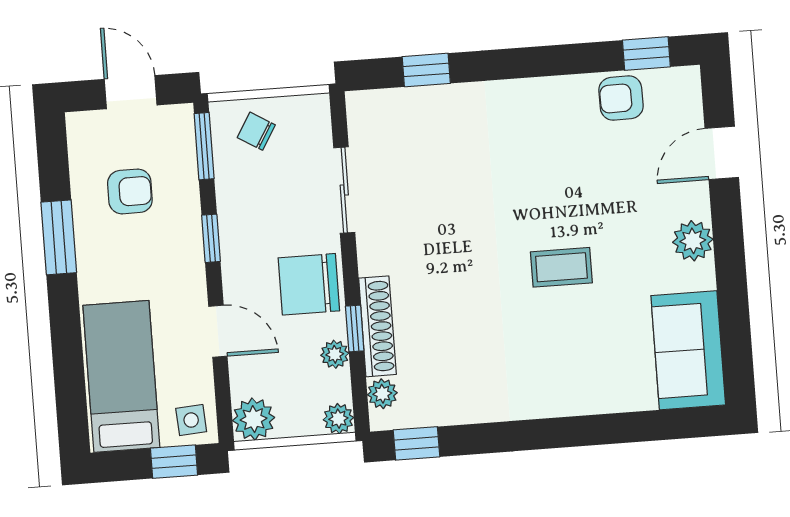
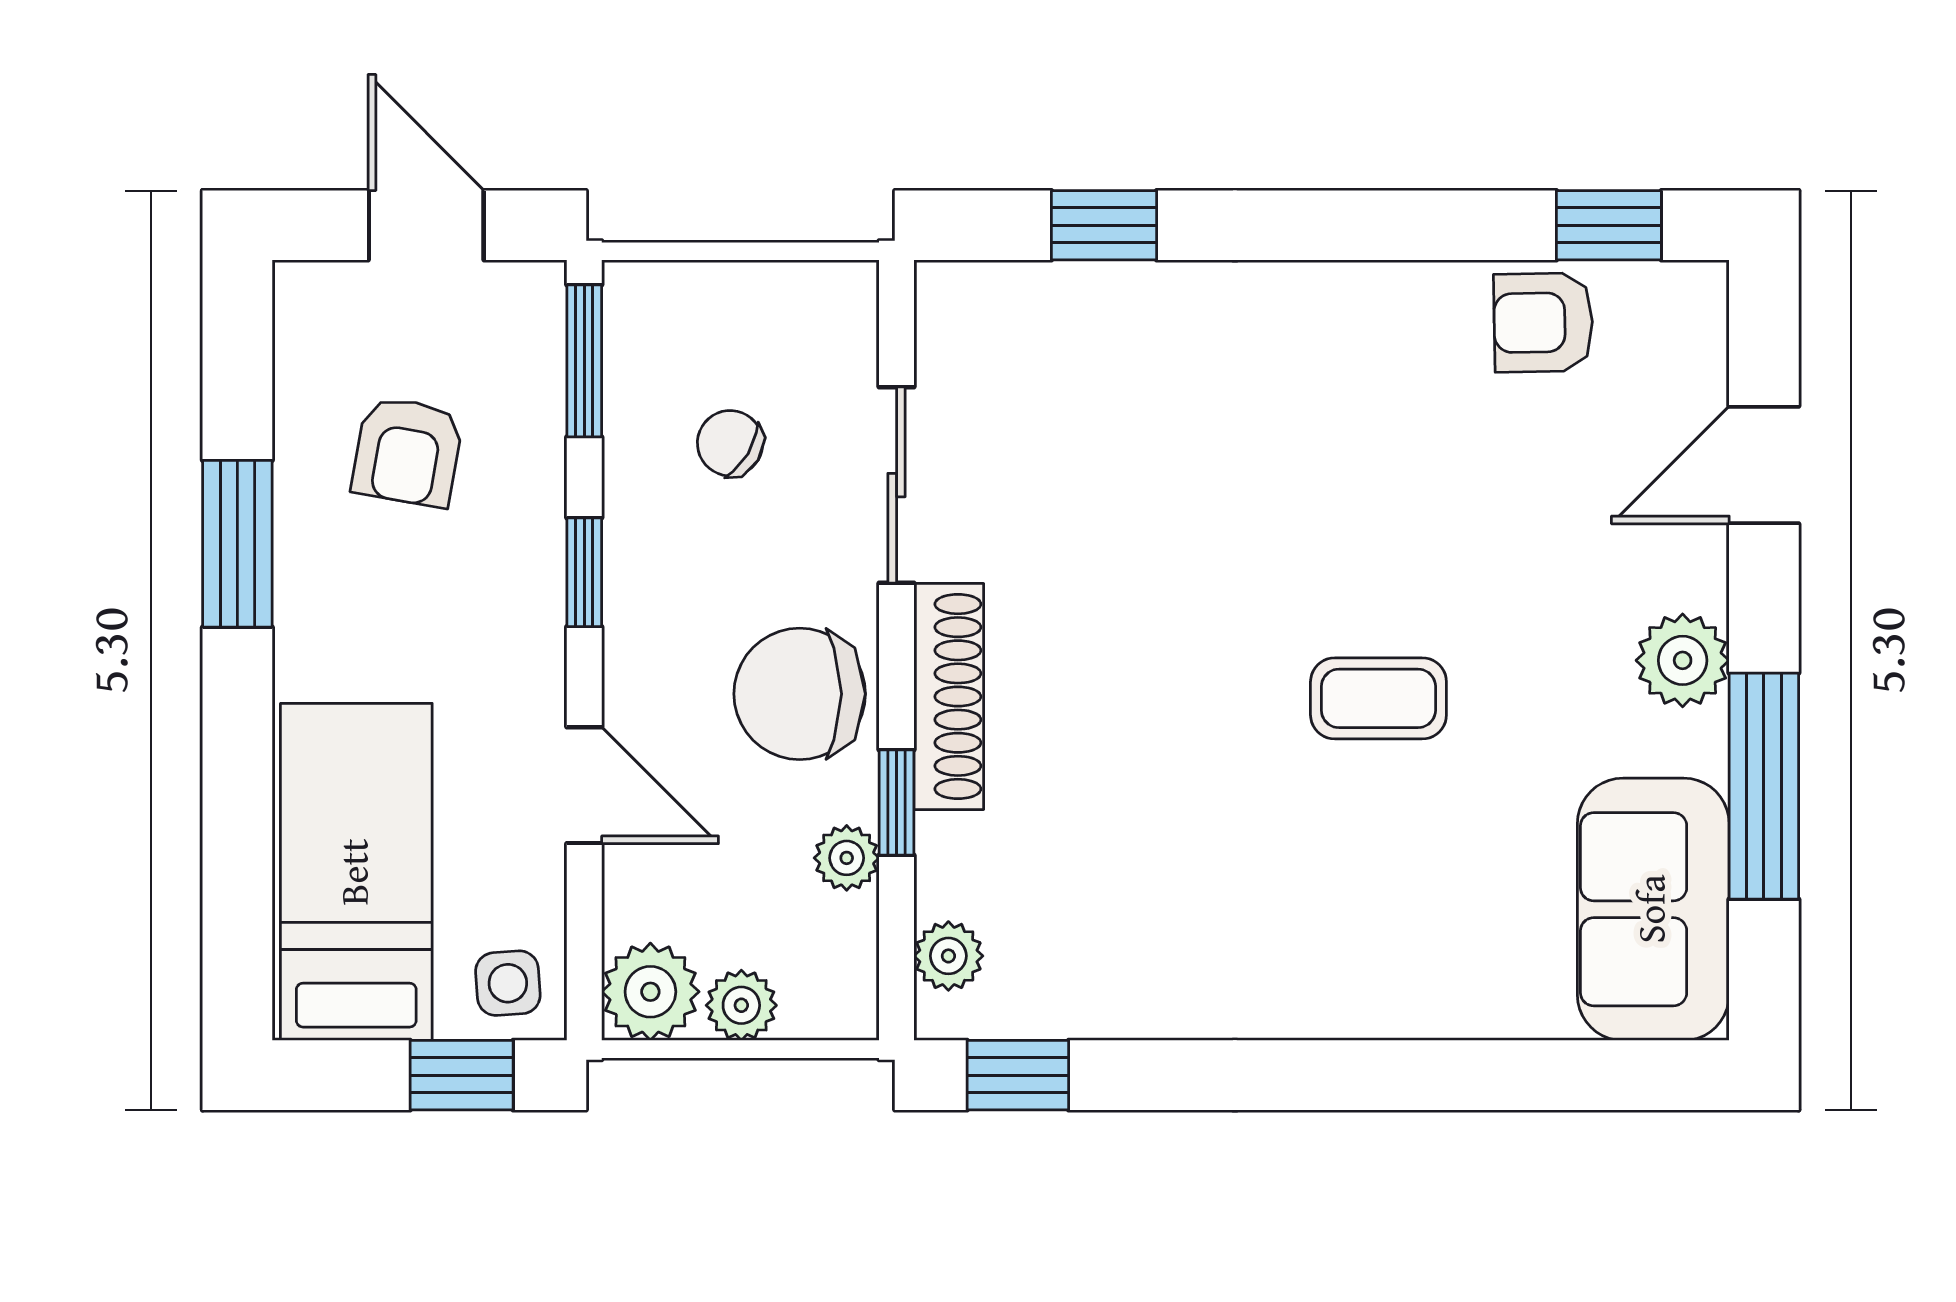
chair: (256, 131) -> (730, 443), moved
armchair: (130, 191) -> (407, 452), turned 100
window: (732, 293) -> (1764, 786), added
shoe rack: (377, 326) -> (949, 697), moved
plant: (338, 419) -> (741, 1005), moved

